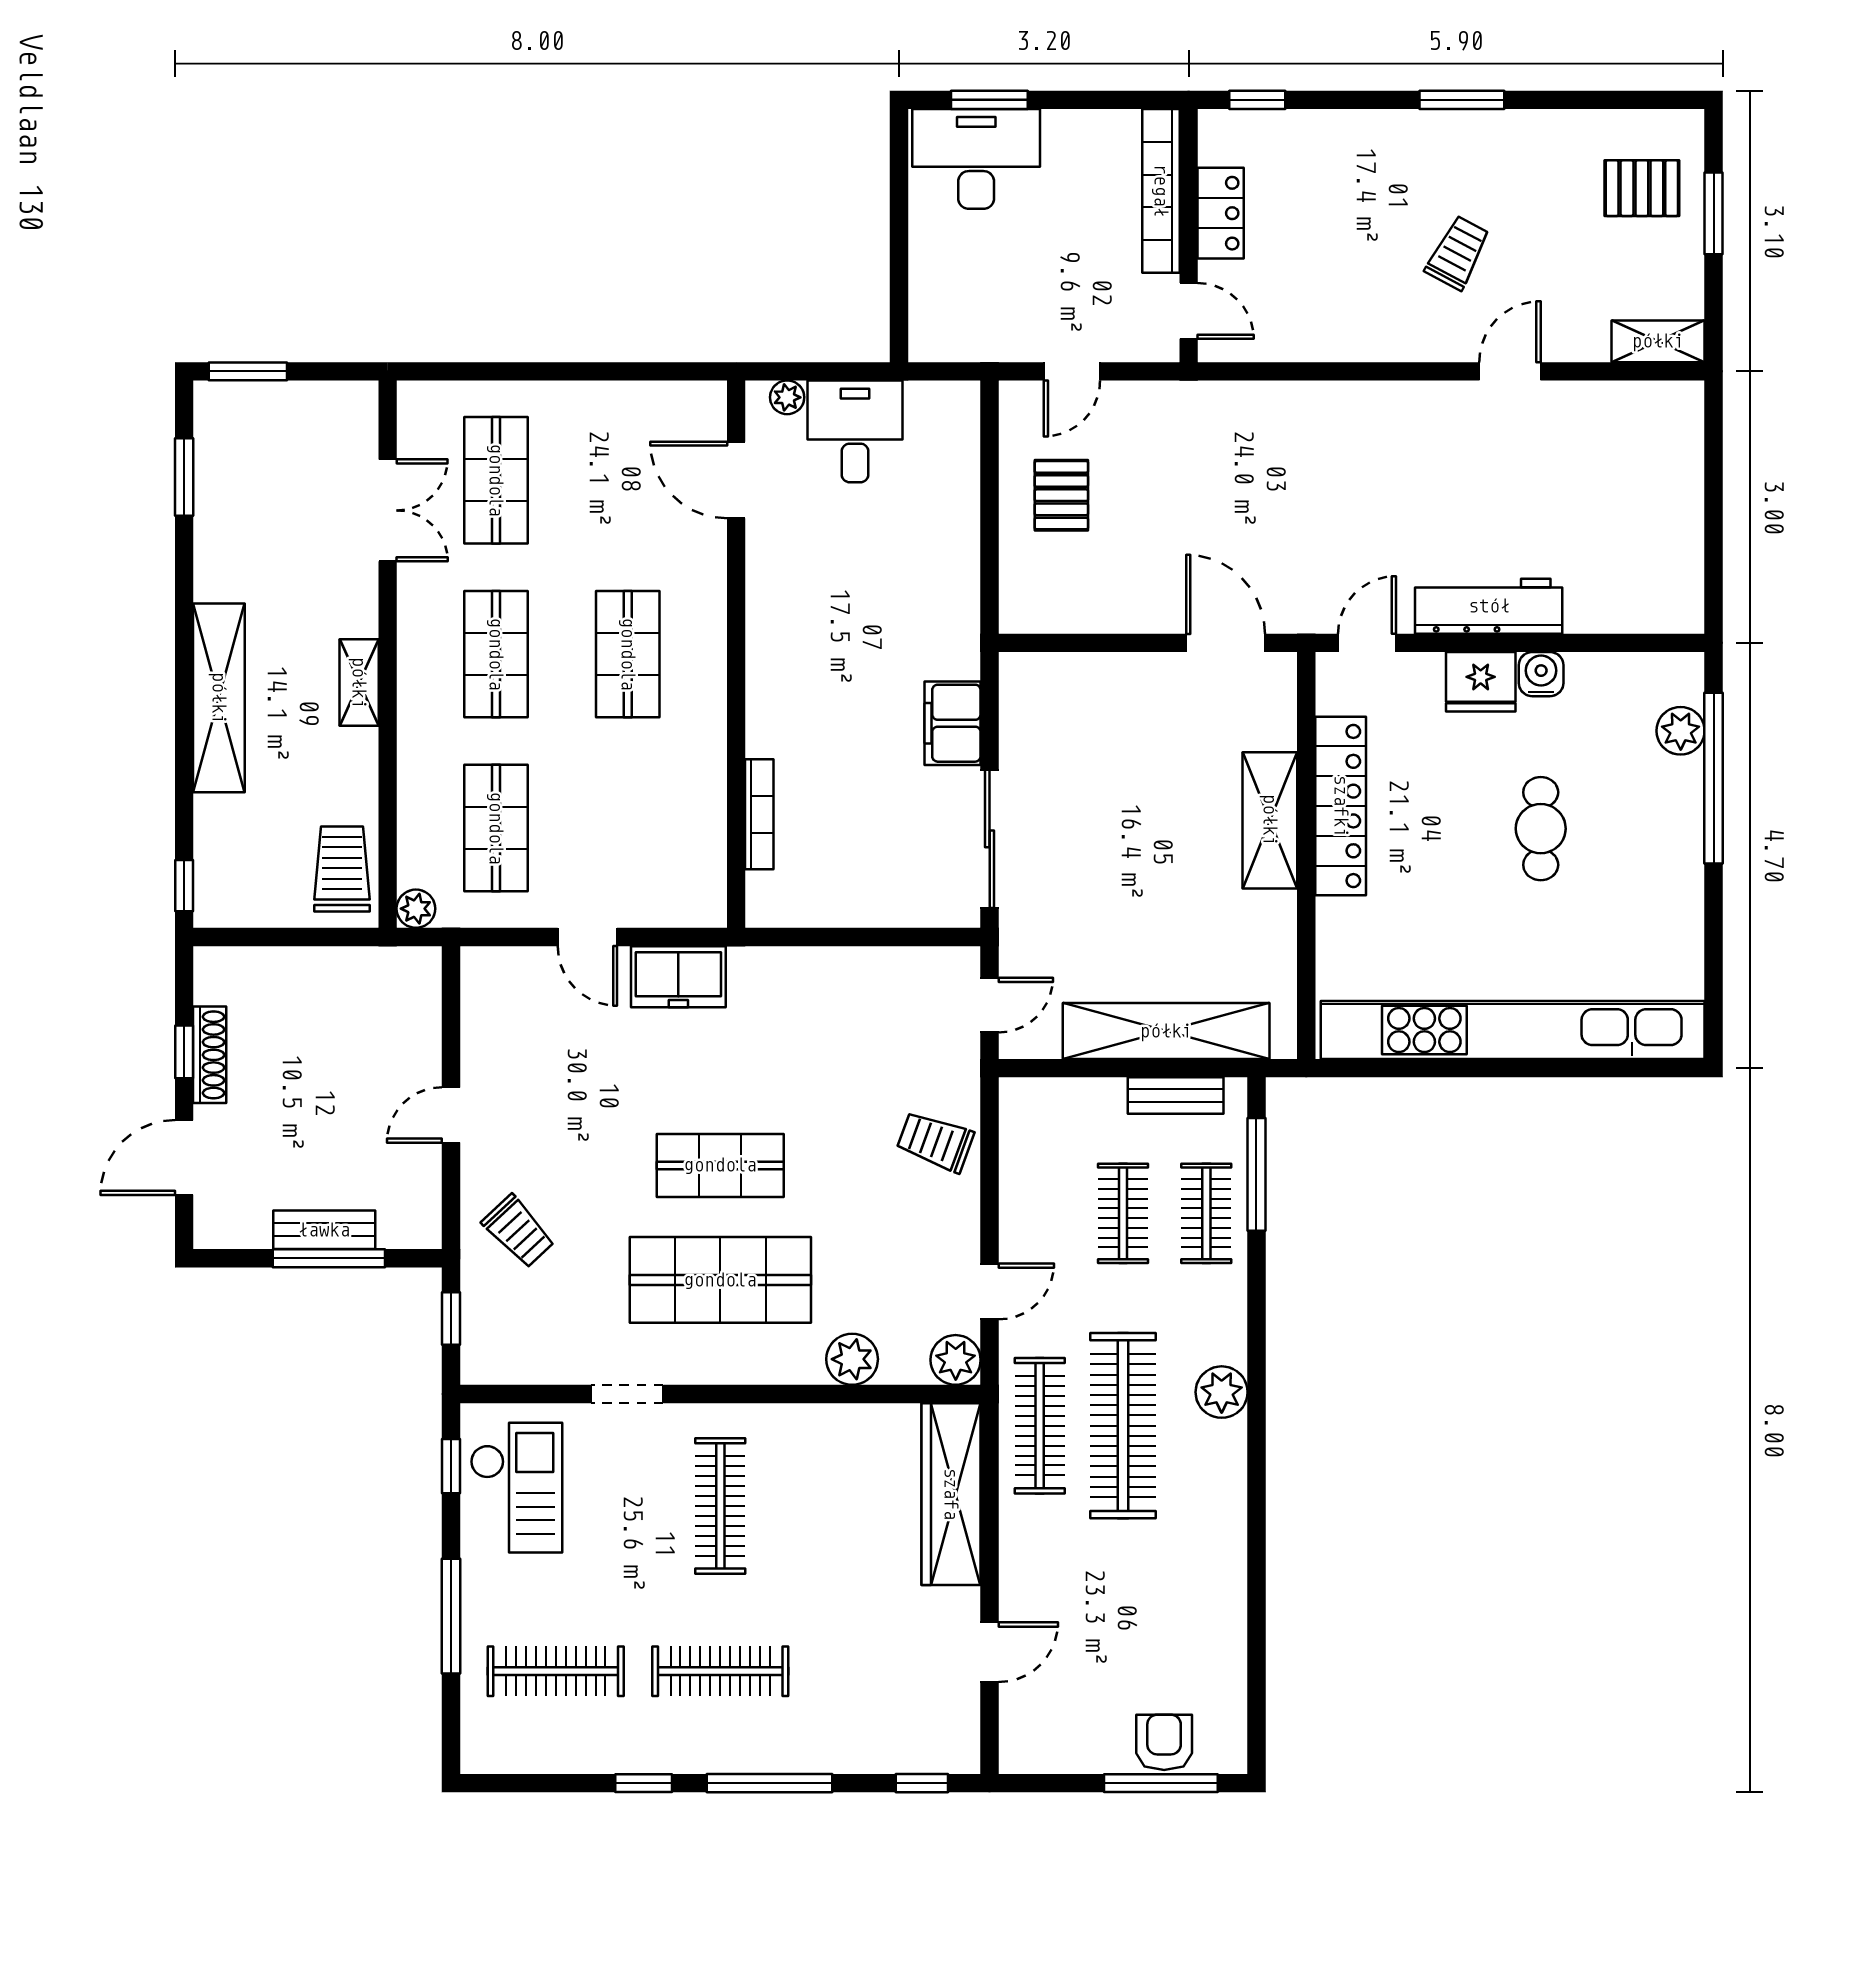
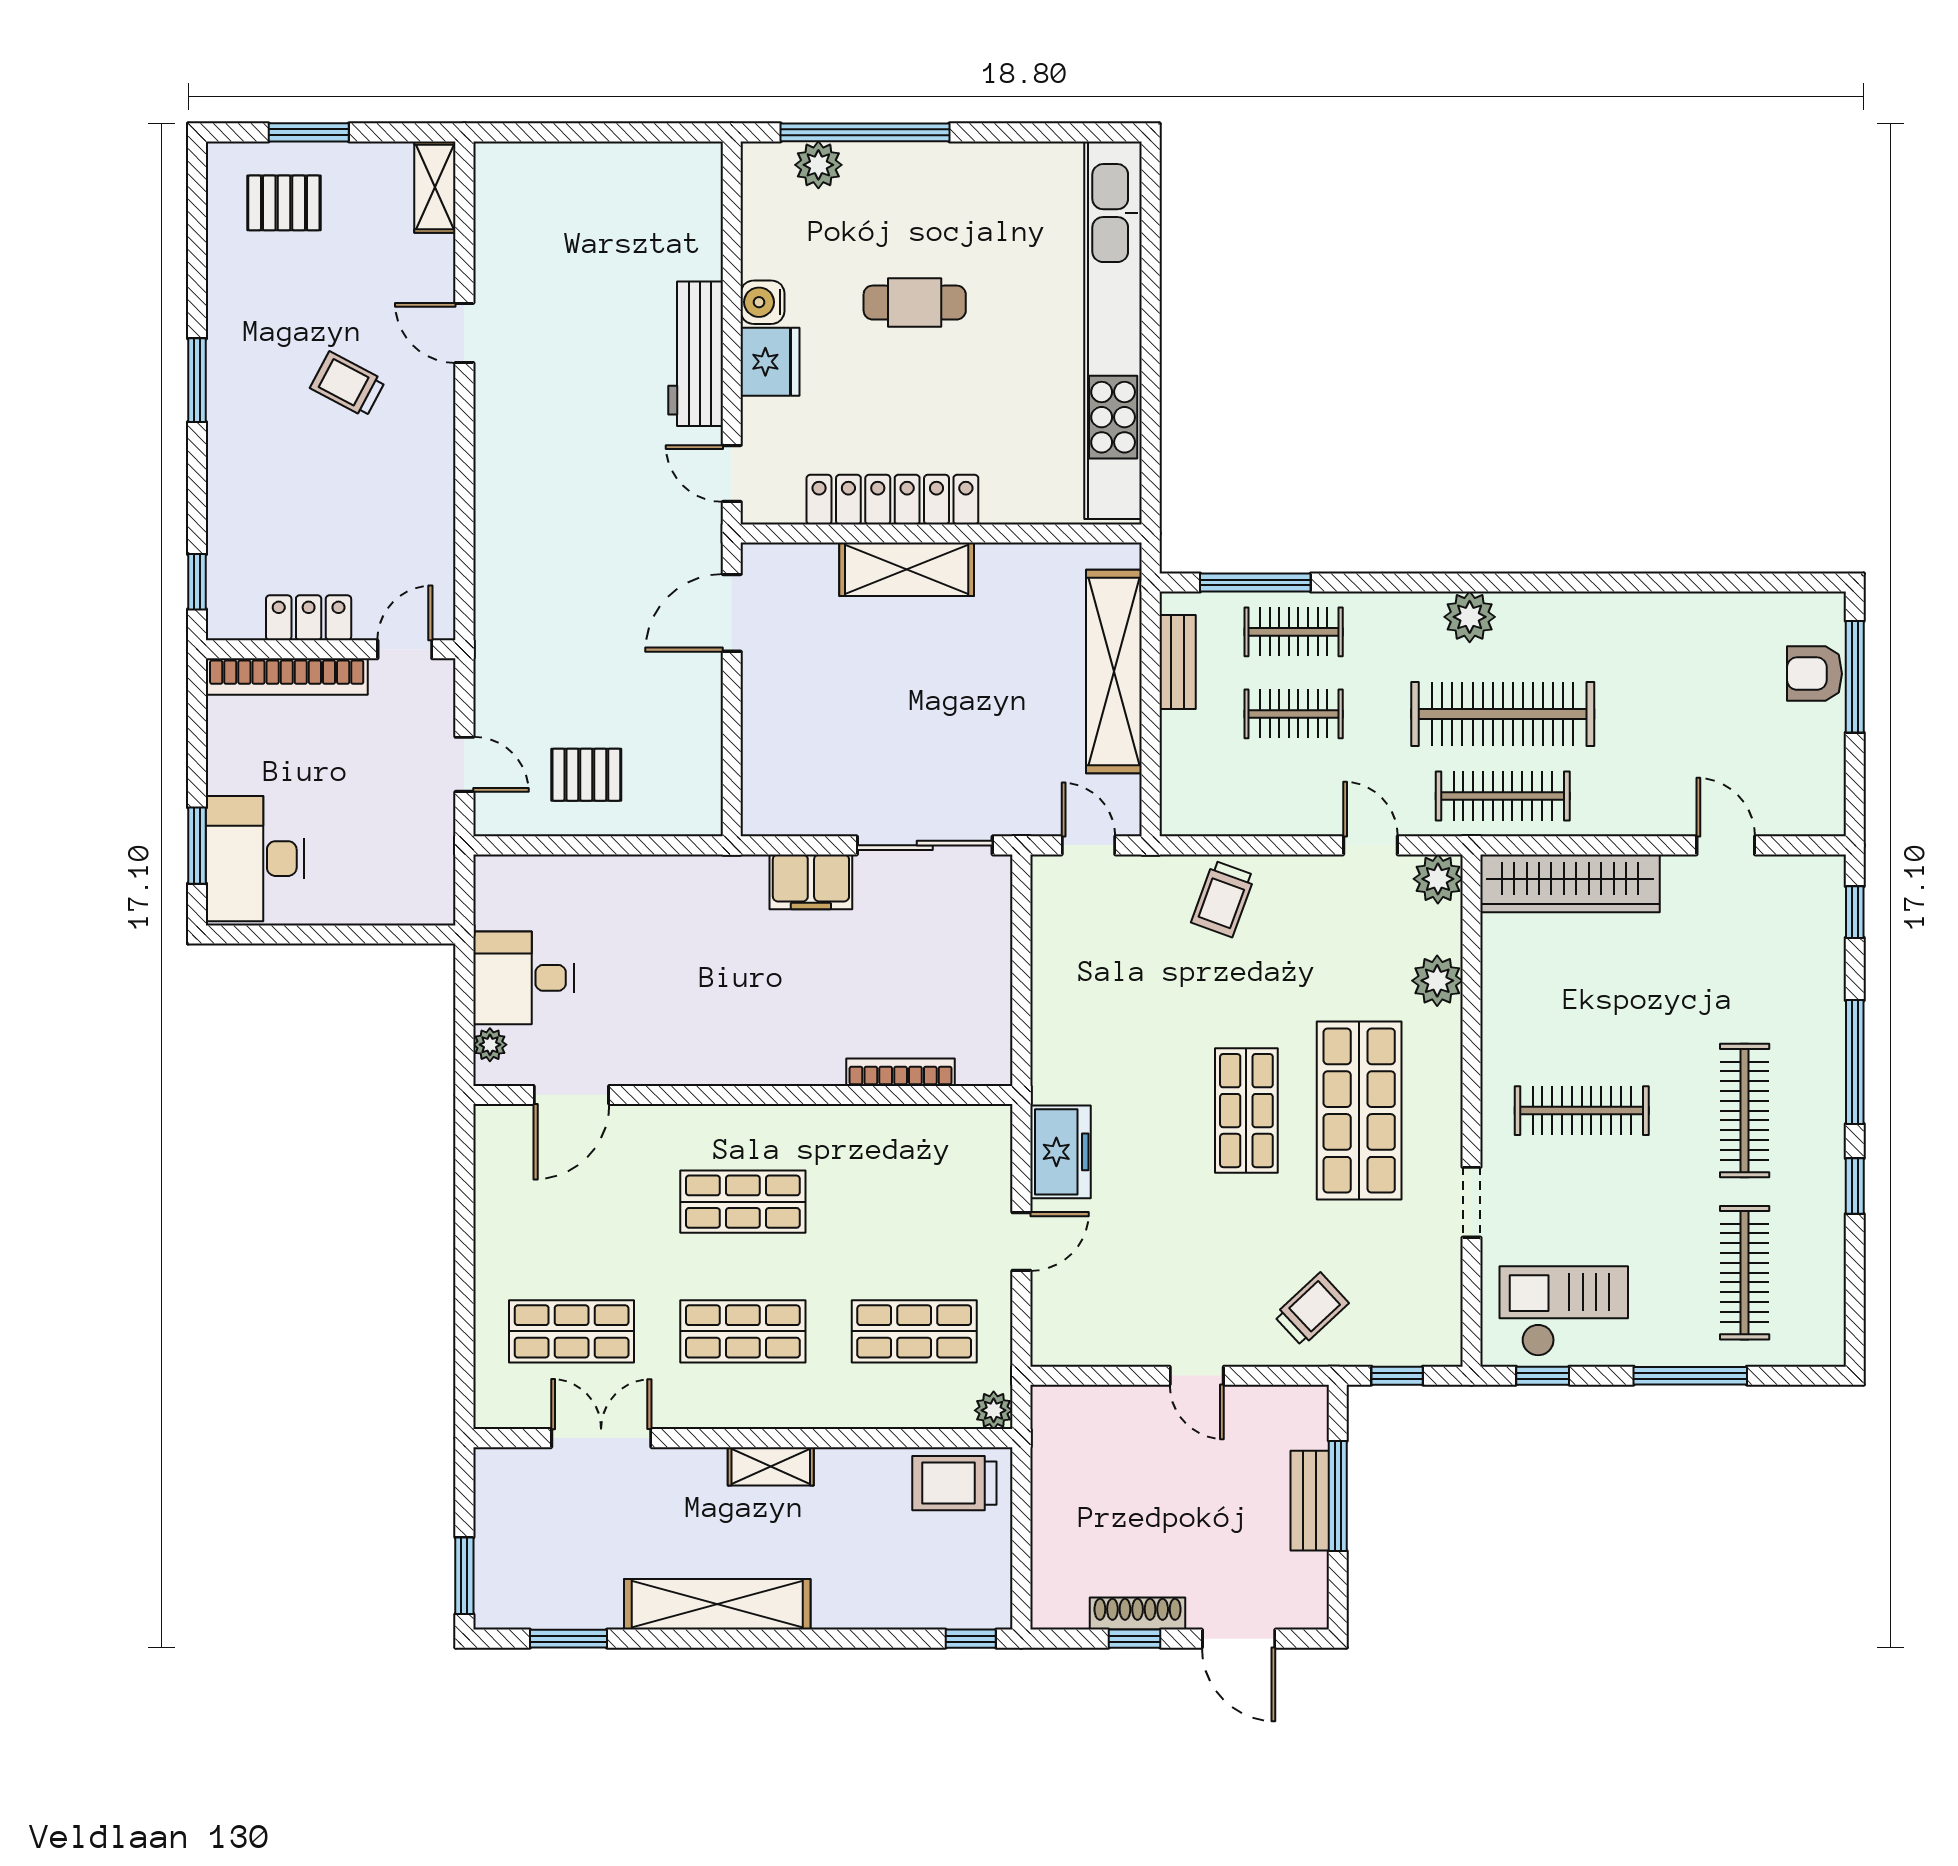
pallet: (1642, 188) -> (284, 203), turned 90
shelving: (219, 698) -> (717, 1604), moved

